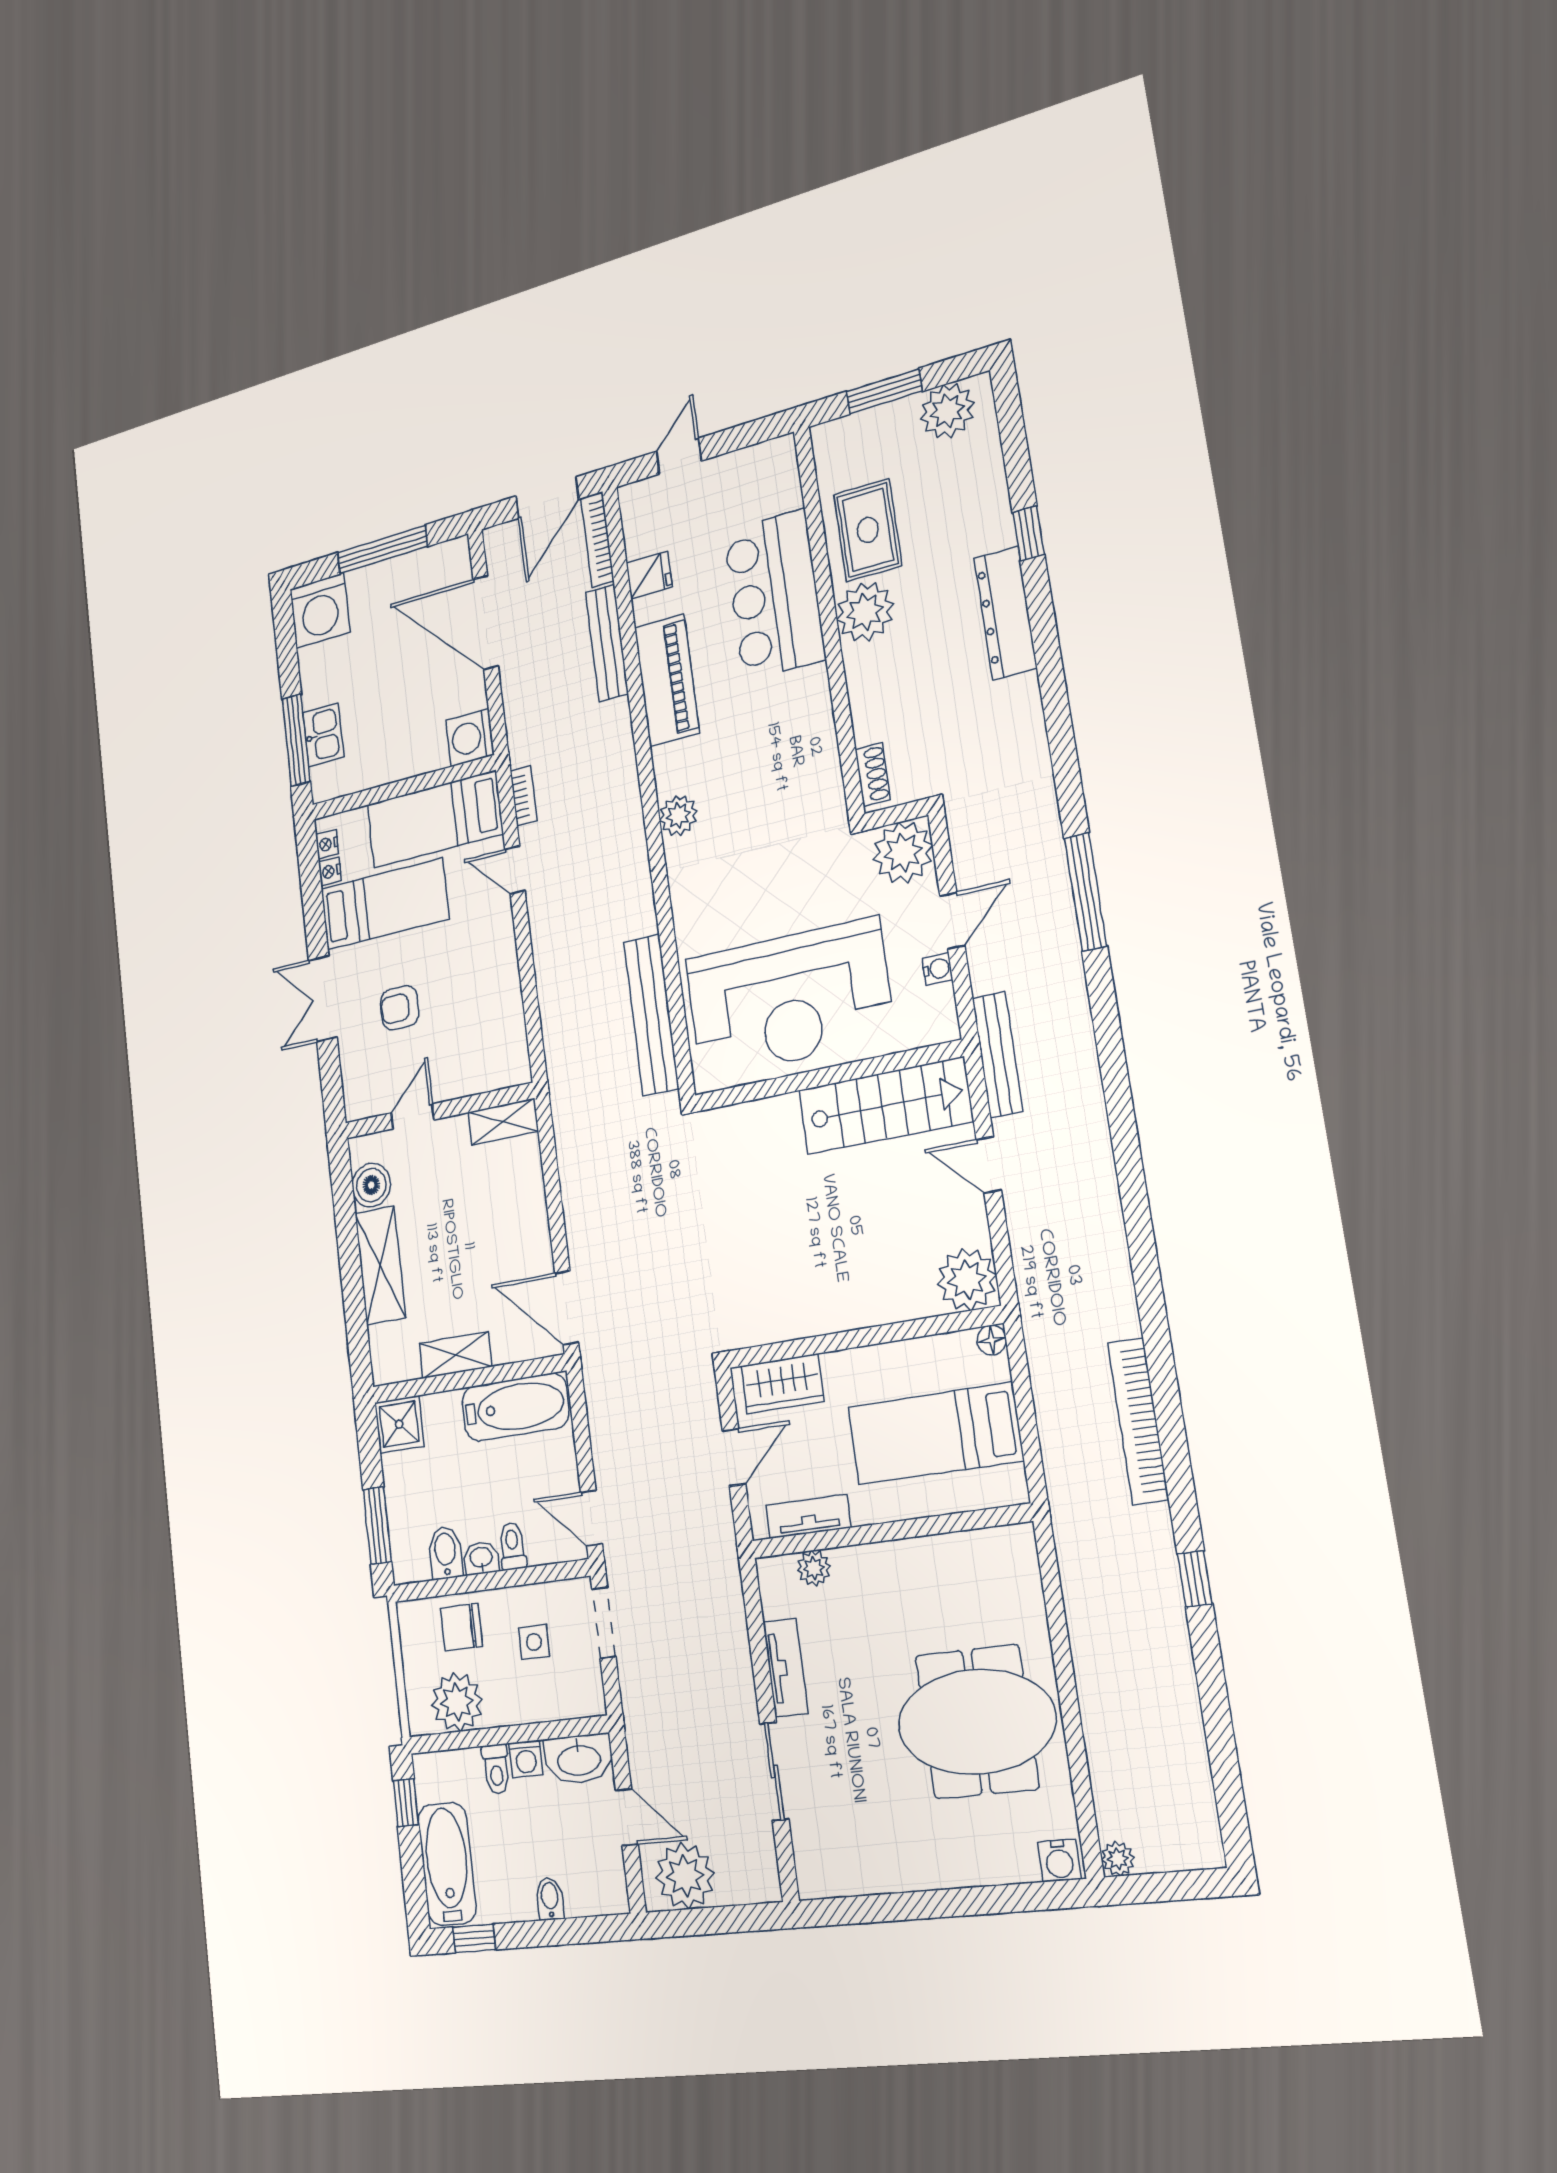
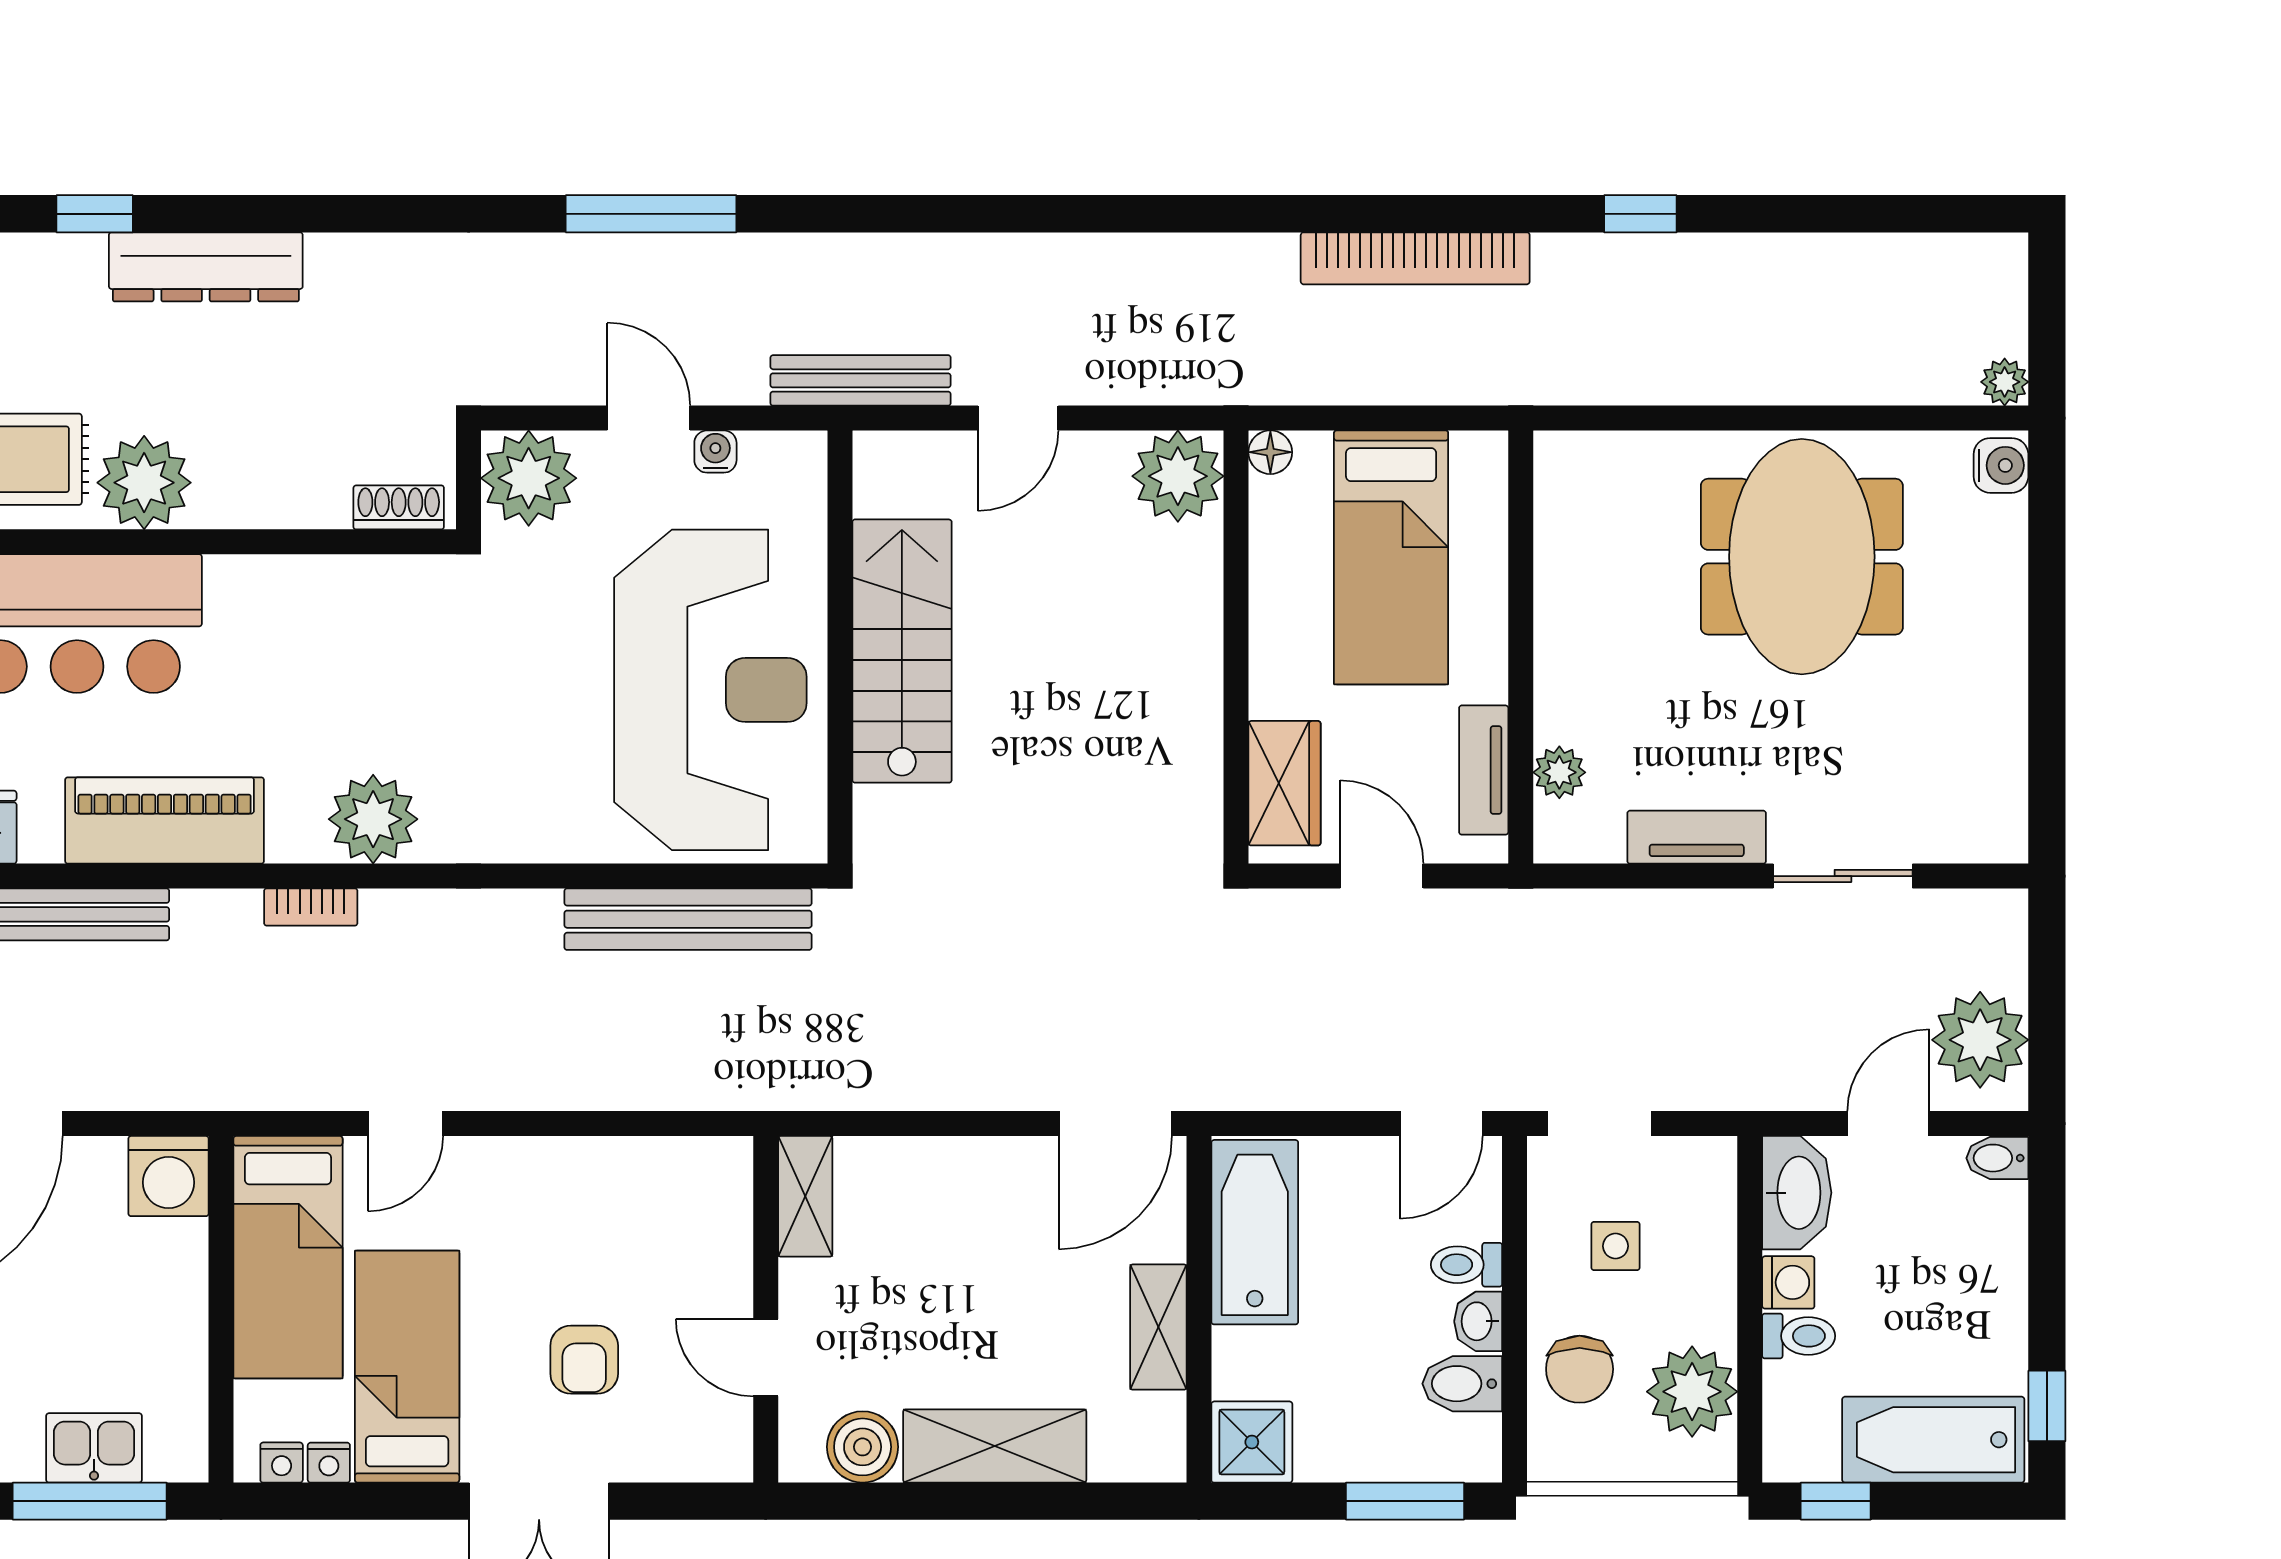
bookcase: (524, 796) -> (311, 907), moved, turned 180
plant: (678, 815) -> (373, 819), width x1.36, depth x1.36
stairs: (885, 1106) -> (902, 651), moved
bidet: (550, 1899) -> (1997, 1158), moved

